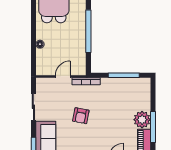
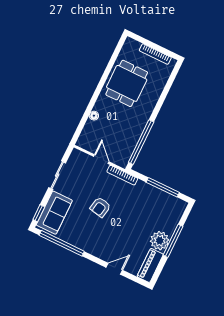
window: (88, 31) -> (141, 142), moved
door: (63, 76) -> (101, 159), hinge flipped
window: (153, 127) -> (173, 241), moved

